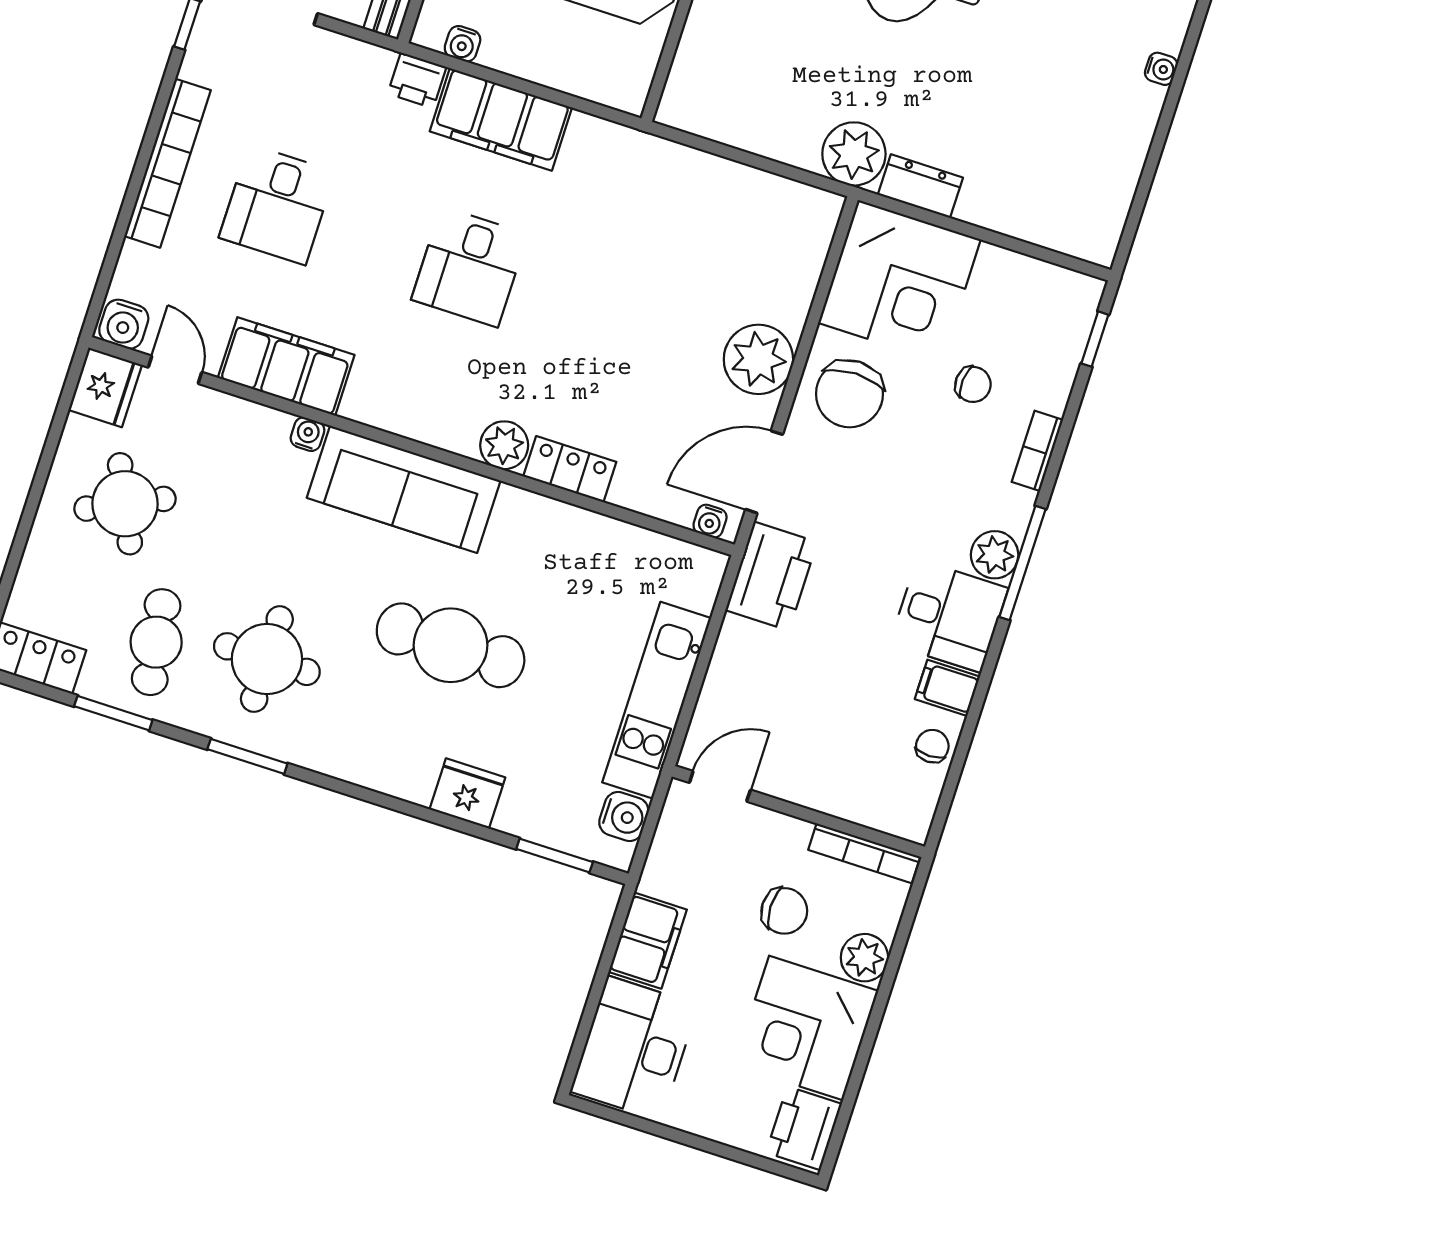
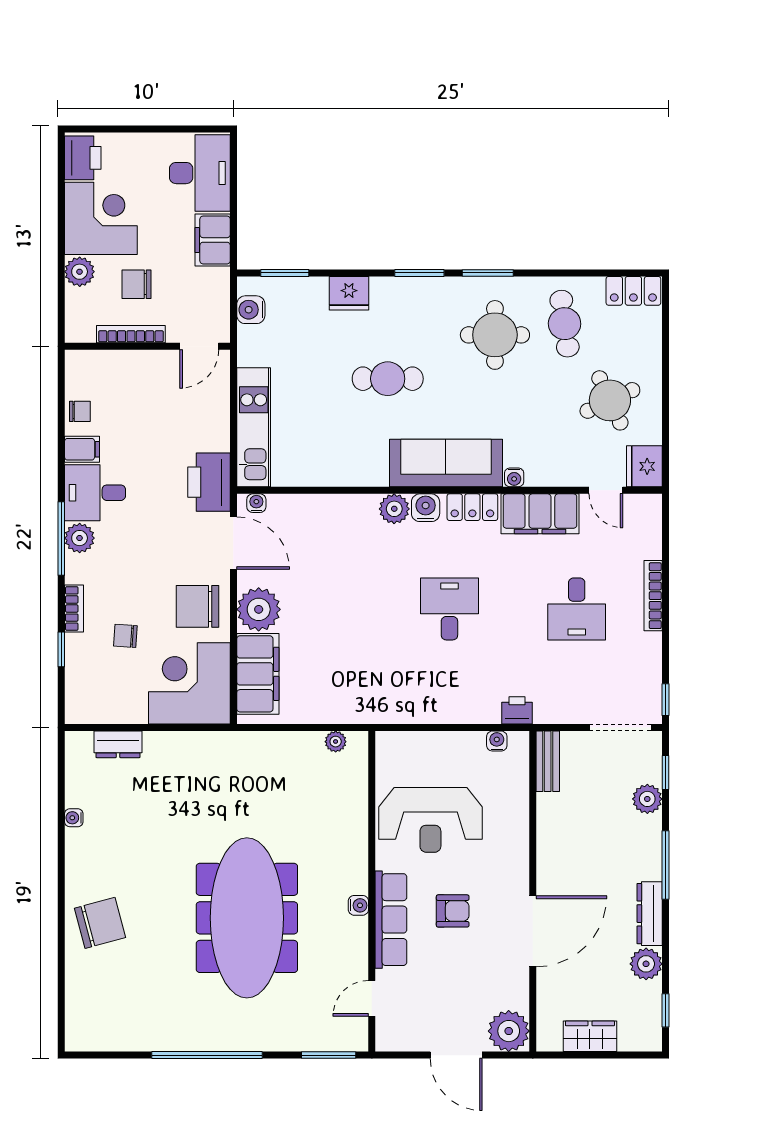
water cooler: (1161, 69) -> (74, 818), moved
filing cabinet: (501, 119) -> (258, 674), moved, turned 90
plant: (854, 154) -> (336, 742), moved, width x0.53, depth x0.53
bookcase: (168, 163) -> (653, 596), width x0.68, depth x0.76
dresser: (920, 186) -> (118, 744), moved
desk: (277, 205) -> (577, 609), turned 180
water cooler: (124, 324) -> (426, 508), moved
window: (1095, 339) -> (61, 649), moved
chair: (849, 394) -> (197, 606), turned -90
locker: (570, 469) -> (472, 507), moved
door: (764, 472) -> (233, 543), hinge flipped
cafe table: (451, 645) -> (388, 379), width x0.73, depth x0.74
kitchen unit: (657, 700) -> (254, 427), moved
window: (113, 713) -> (419, 273), moved
chair: (932, 746) -> (80, 411), turned -90
bookcase: (864, 853) -> (131, 334), moved

